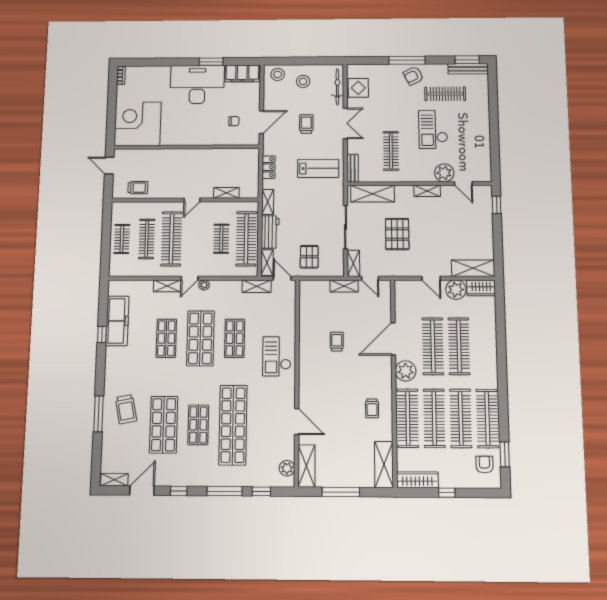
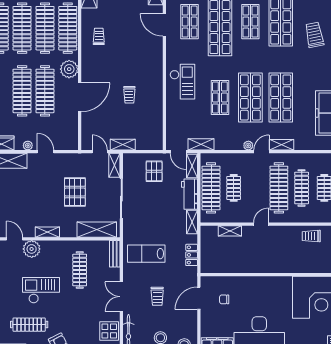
checkout: (433, 129) -> (41, 290), turned -90
plant: (456, 290) -> (28, 146), width x0.53, depth x0.53
shop shelf: (166, 338) -> (281, 98), width x1.43, depth x1.36
shop shelf: (268, 425) -> (190, 22), added

